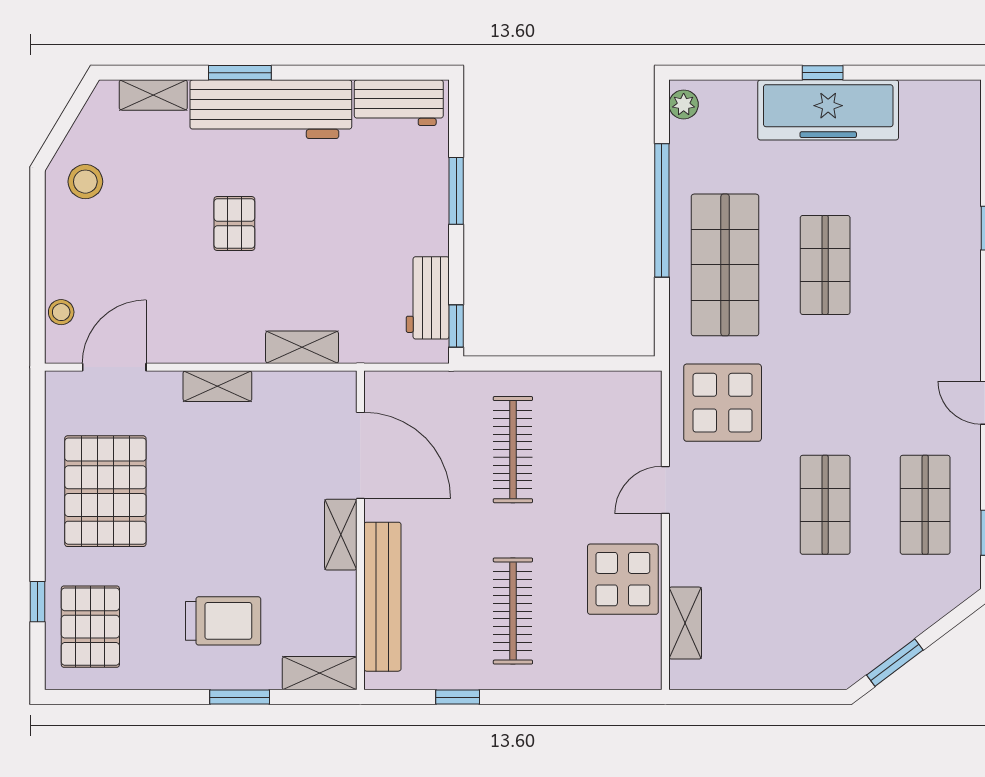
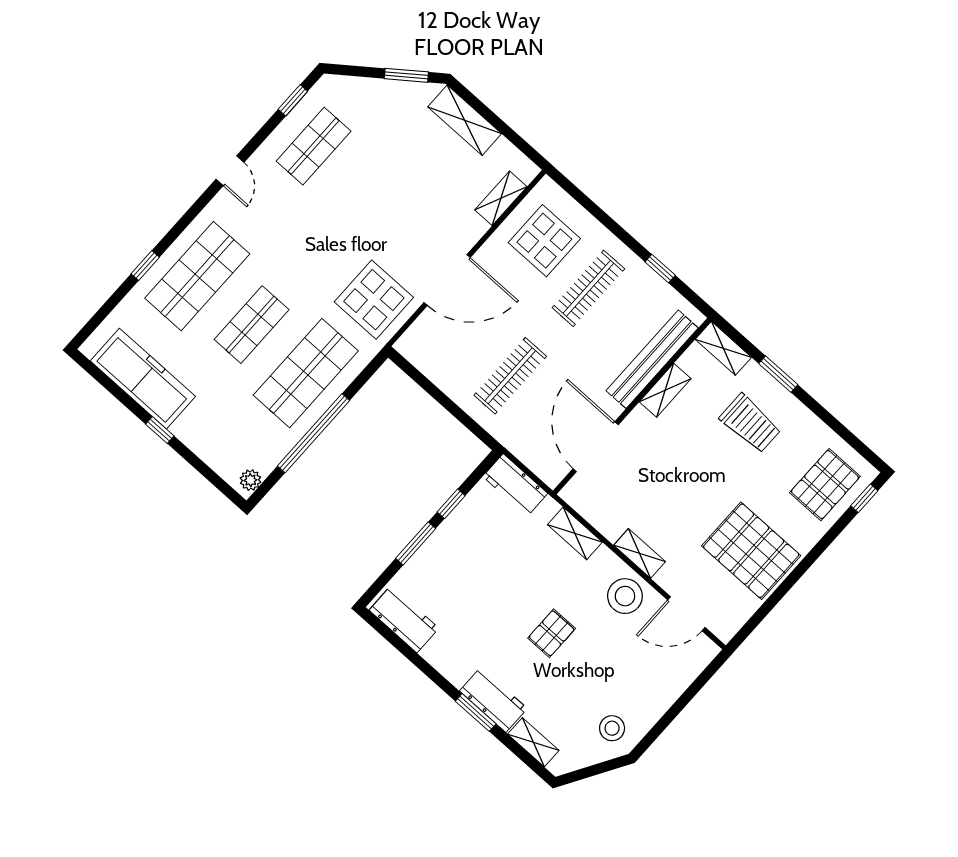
workbench: (271, 109) -> (493, 700), width x0.53, depth x0.76
freezer: (828, 110) -> (143, 379), moved
workbench: (428, 298) -> (515, 485), moved, turned 90
stool: (61, 312) -> (625, 596), moved, width x1.89, depth x1.89
window: (456, 326) -> (451, 504), moved
door: (665, 490) -> (447, 280), width x1.88
pallet: (105, 491) -> (751, 551), turned 90
shop shelf: (825, 505) -> (197, 276), moved, width x1.43, depth x1.36
shelving: (341, 535) -> (665, 390), moved
display table: (623, 579) -> (544, 241), moved
window: (37, 602) -> (864, 498), moved
trolley: (223, 621) -> (750, 423), turned 180
shelving: (794, 670) -> (465, 120), added

